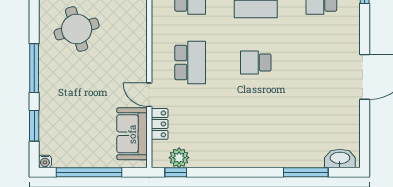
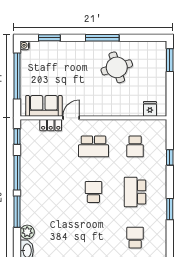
window: (34, 68) -> (102, 38), moved
plant: (179, 158) -> (27, 232), moved
window: (228, 172) -> (17, 173), added
window: (306, 172) -> (17, 212), moved

